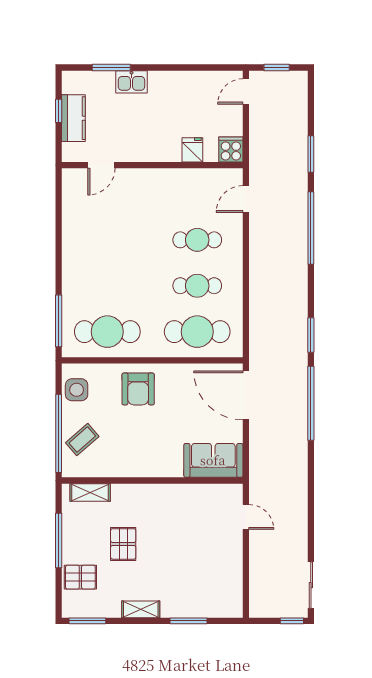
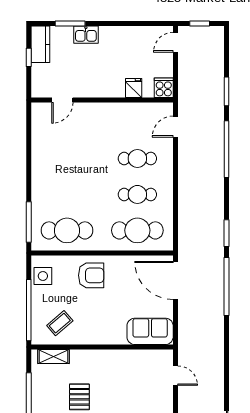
kitchen counter: (73, 118) -> (40, 44), moved
armchair: (138, 389) -> (91, 275), turned -90
coffee table: (82, 440) -> (60, 323), moved

